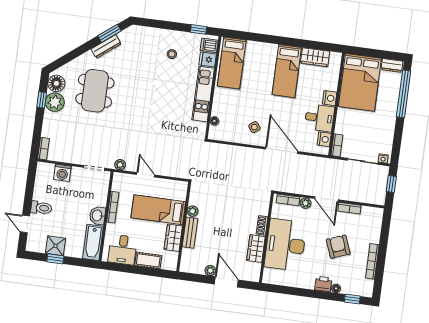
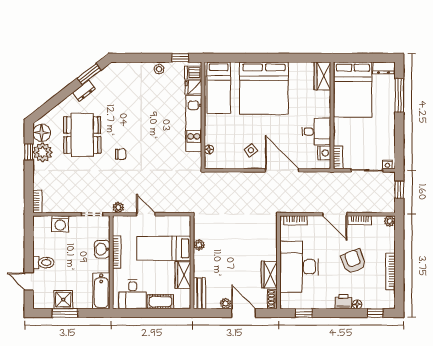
dresser: (106, 46) -> (84, 91), width x0.70
stool: (172, 54) -> (159, 69), moved
wardrobe: (315, 57) -> (323, 76), moved, turned 90
bed: (287, 71) -> (264, 88), width x2.04
window: (404, 94) -> (399, 95), width x0.68
nightstand: (330, 98) -> (324, 110), removed
chair: (129, 114) -> (121, 154), added
plant: (305, 203) -> (390, 221), moved
washbasin: (97, 216) -> (102, 249), moved
shoe rack: (262, 225) -> (272, 299), moved
bench: (190, 233) -> (199, 293), moved
window: (55, 259) -> (65, 313), width x1.50
window: (284, 290) -> (304, 313), added

